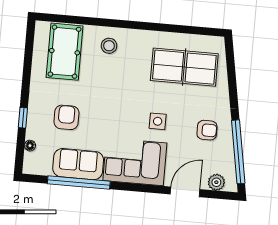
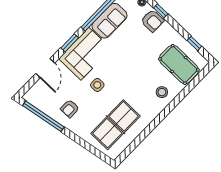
window: (29, 53) -> (194, 43), added
armchair: (66, 117) -> (152, 21), moved
plant: (216, 182) -> (36, 90), removed
window: (137, 188) -> (70, 43), added

